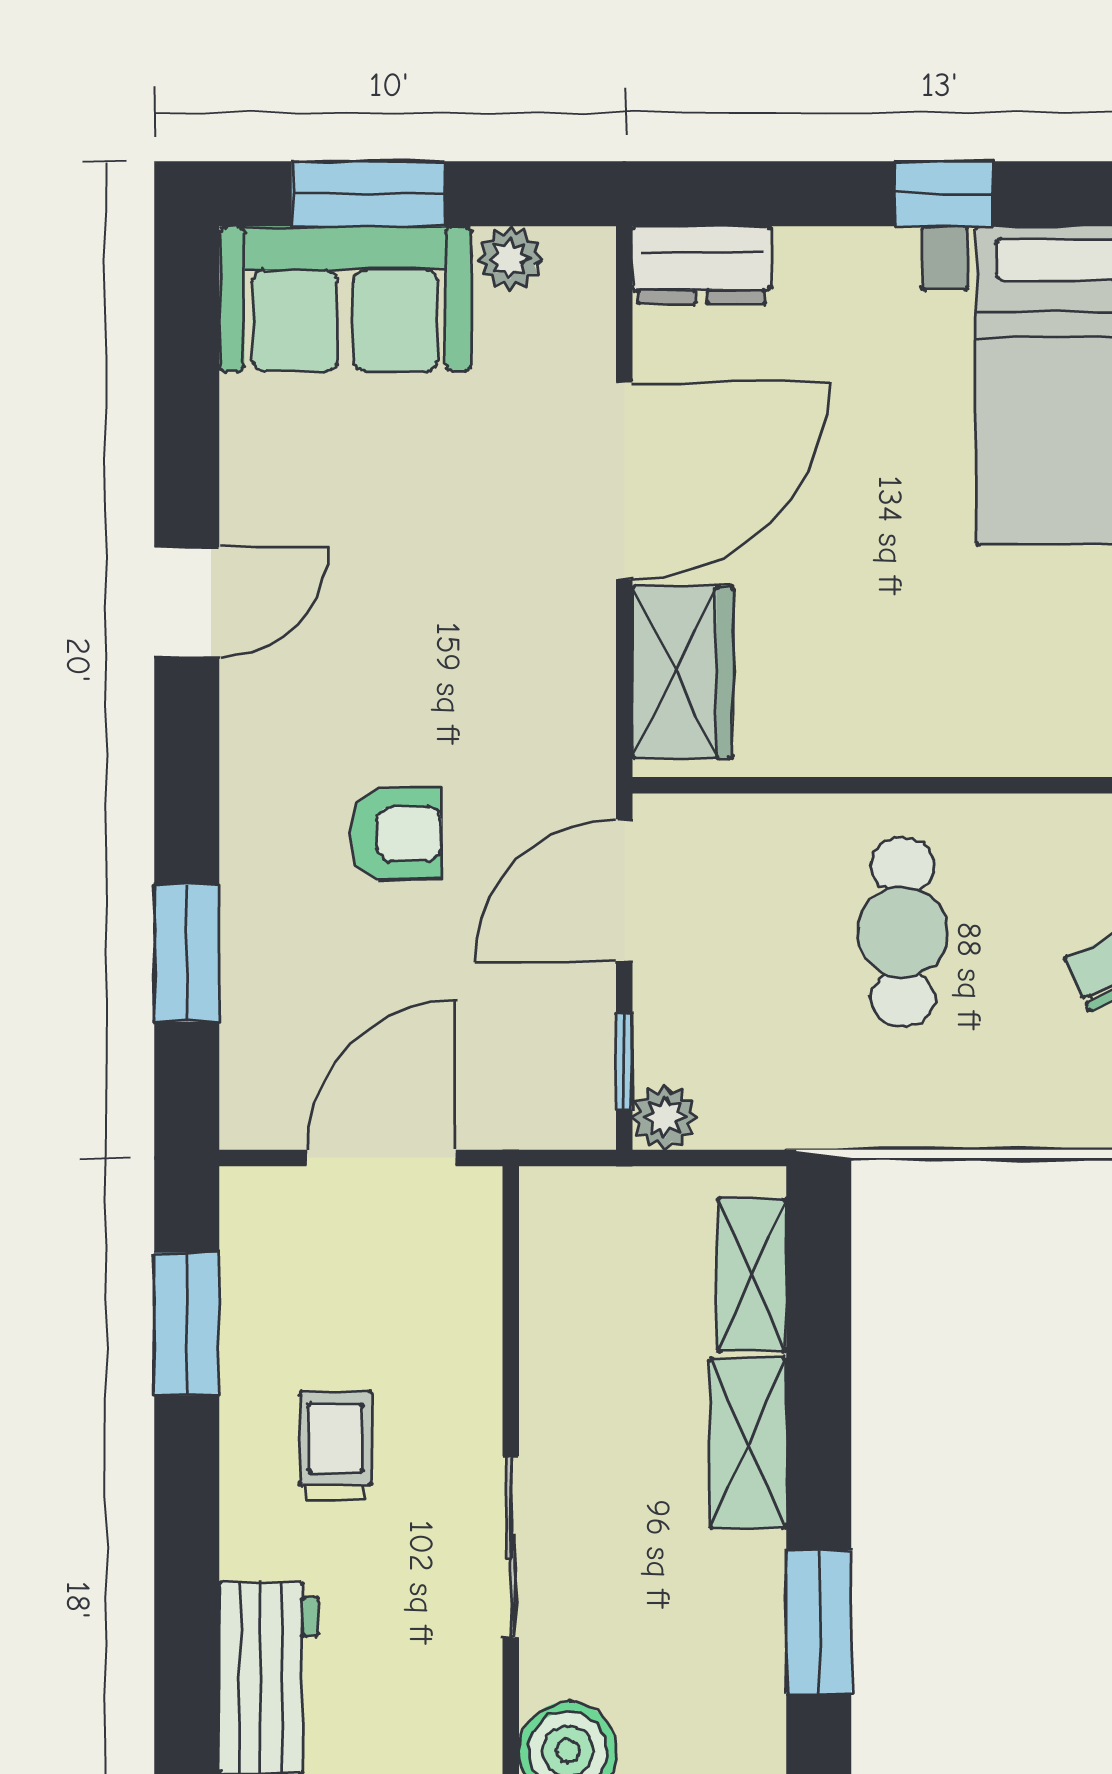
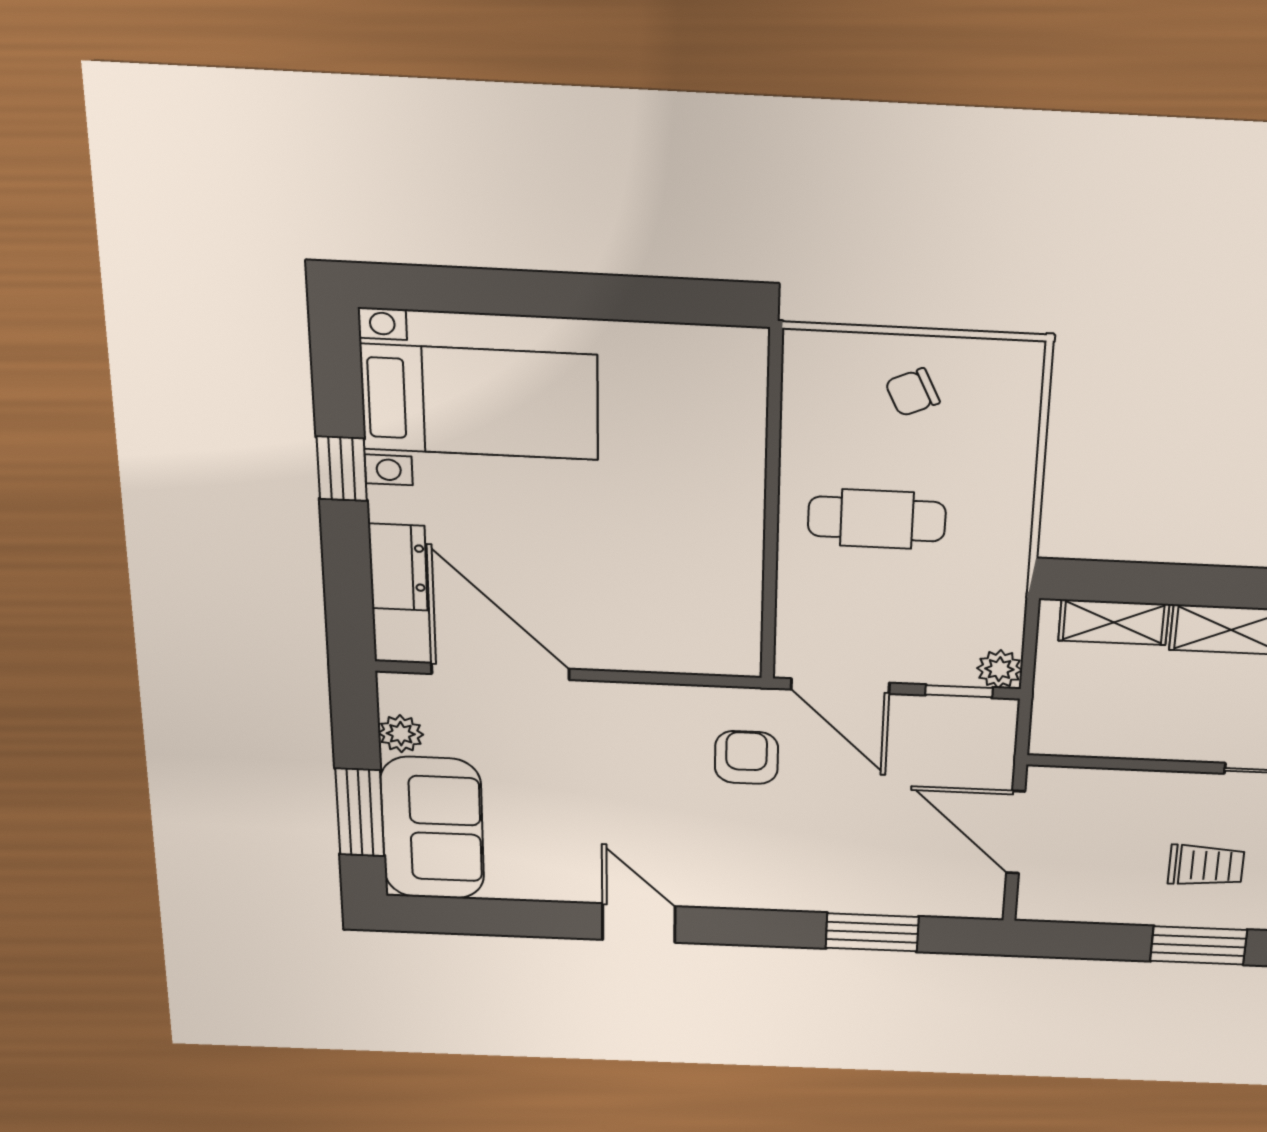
dresser: (701, 265) -> (398, 567), moved
door: (624, 481) -> (500, 671), moved
wardrobe: (683, 672) -> (688, 645), removed
armchair: (396, 834) -> (746, 757), moved
window: (187, 1324) -> (1199, 945), moved
trolley: (336, 1446) -> (1206, 865), turned 180

